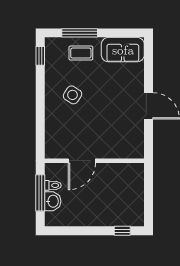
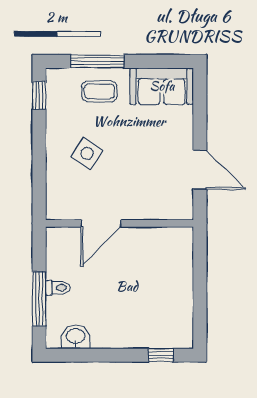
door: (82, 161) -> (101, 223), moved
wall: (94, 161) -> (119, 223), moved
washbasin: (53, 201) -> (76, 337), moved, turned -90

